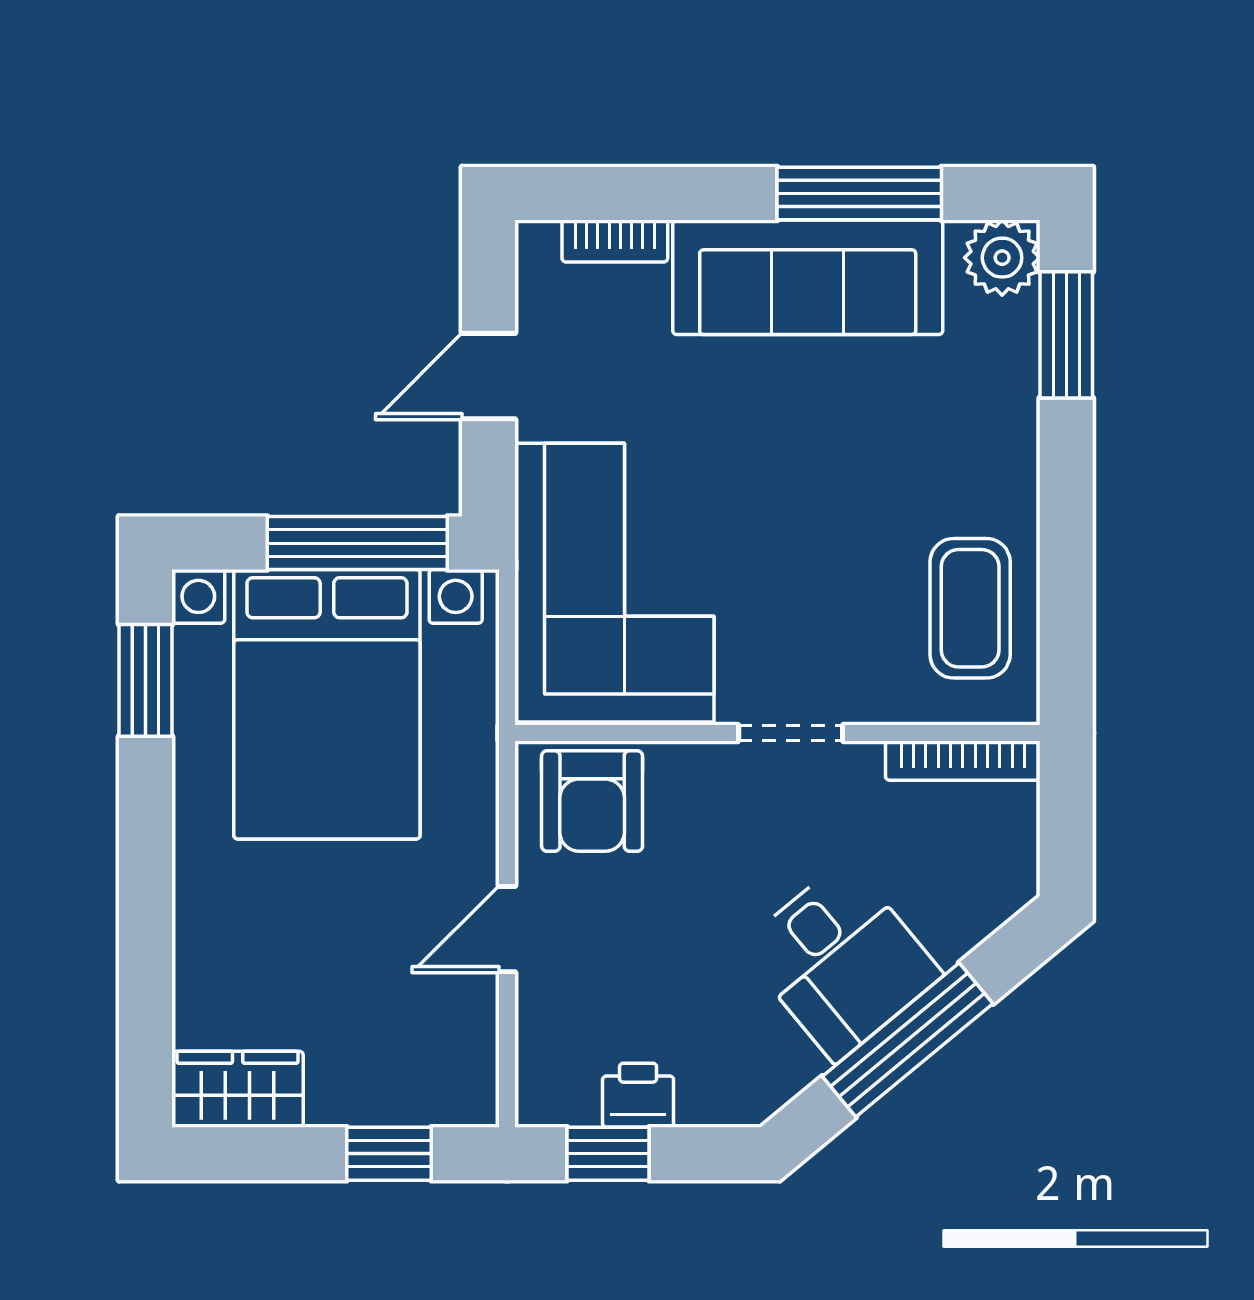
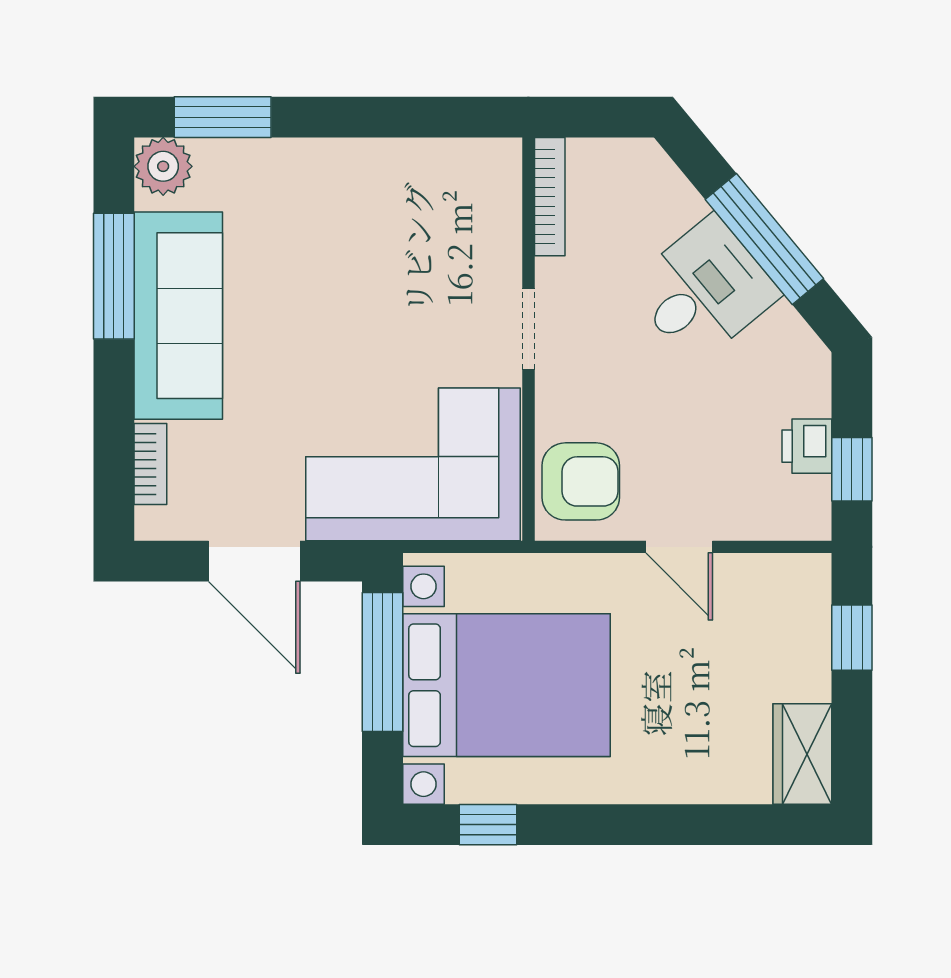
door: (488, 376) -> (254, 561), width x1.38
coffee table: (970, 608) -> (433, 191), removed
window: (146, 680) -> (488, 825), width x0.67

